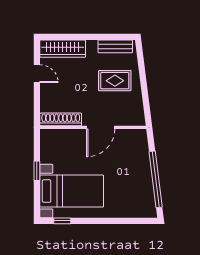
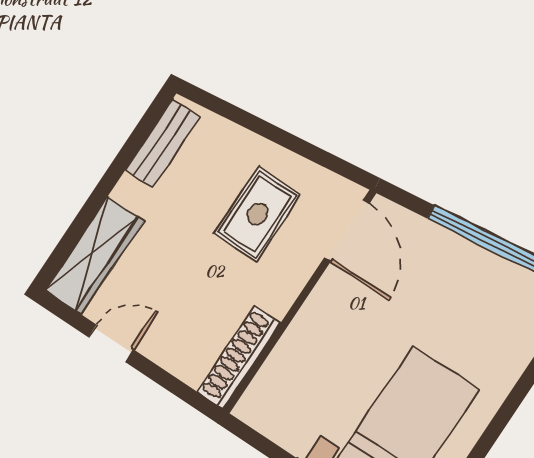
rug: (115, 81) -> (257, 214), moved
door: (101, 127) -> (347, 230), moved

